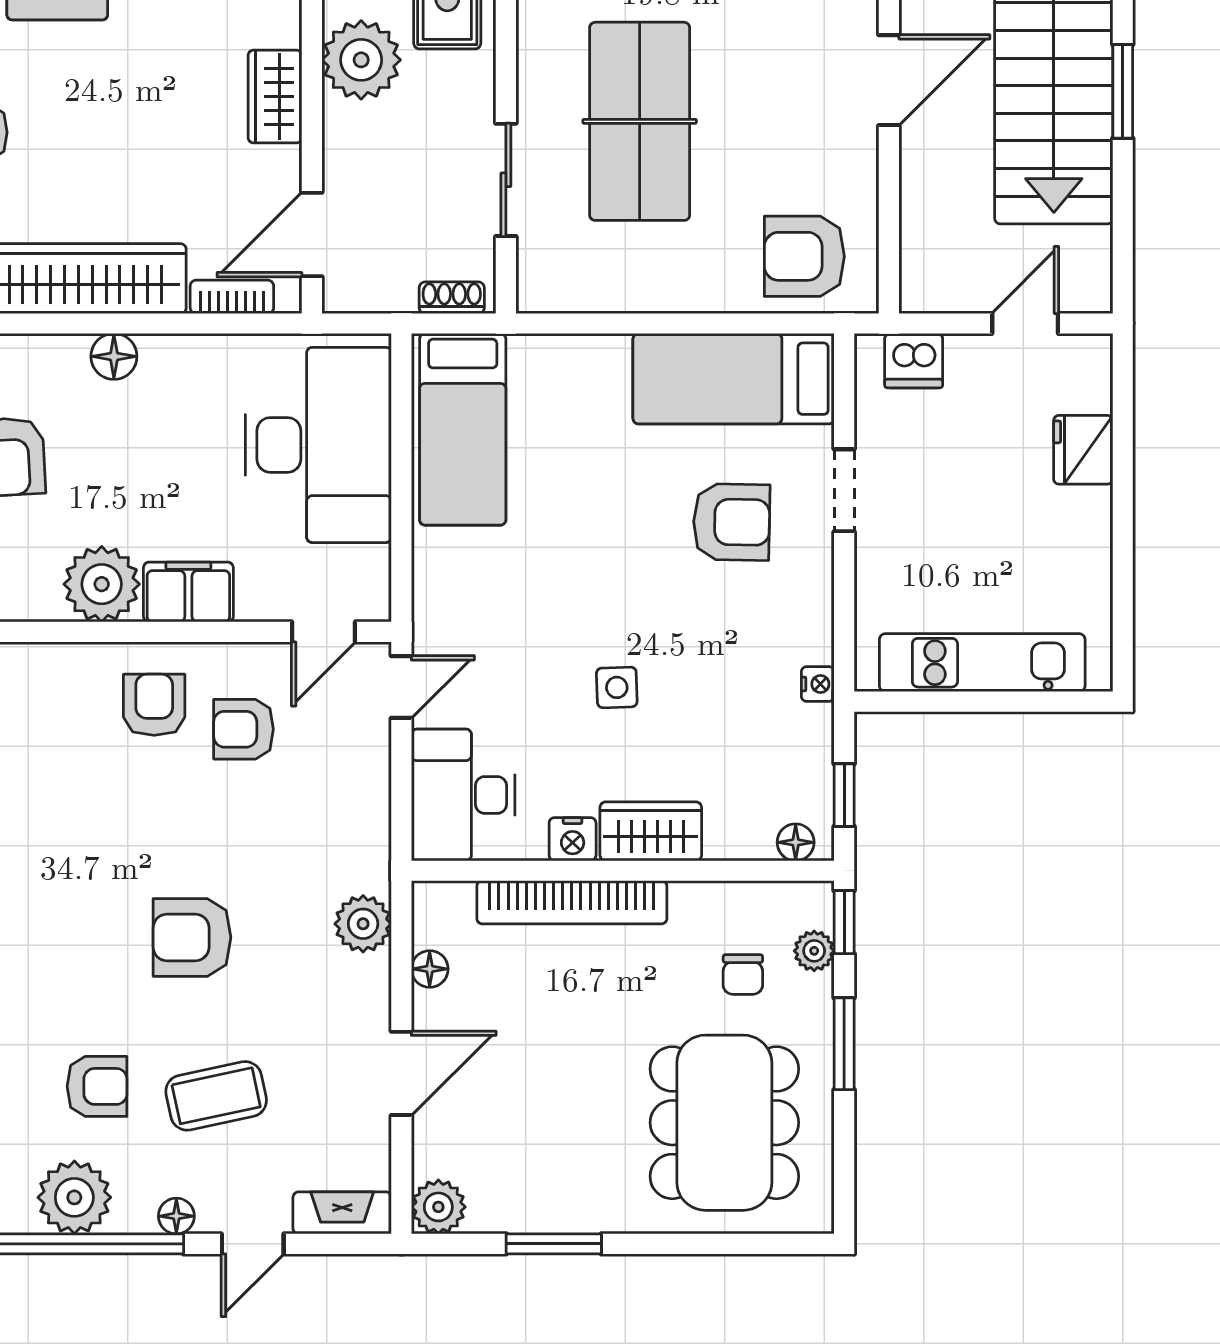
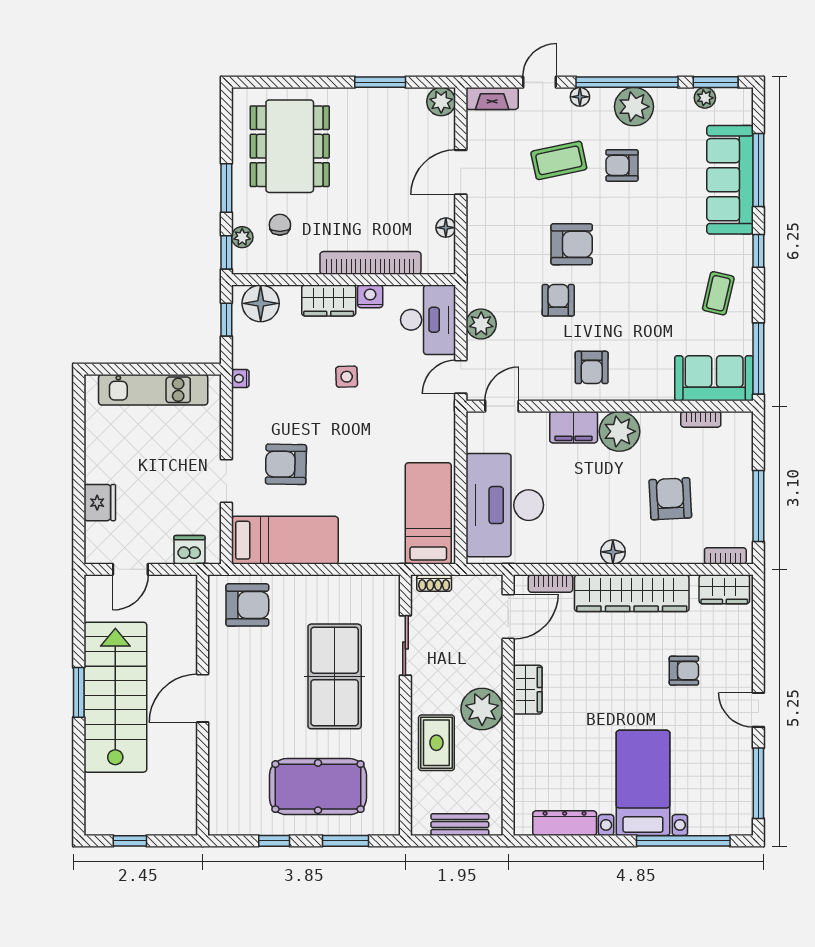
armchair: (244, 729) -> (558, 300), moved, turned -90
floor lamp: (796, 842) -> (261, 303), width x1.89, depth x1.89
plant: (363, 924) -> (481, 324), moved

